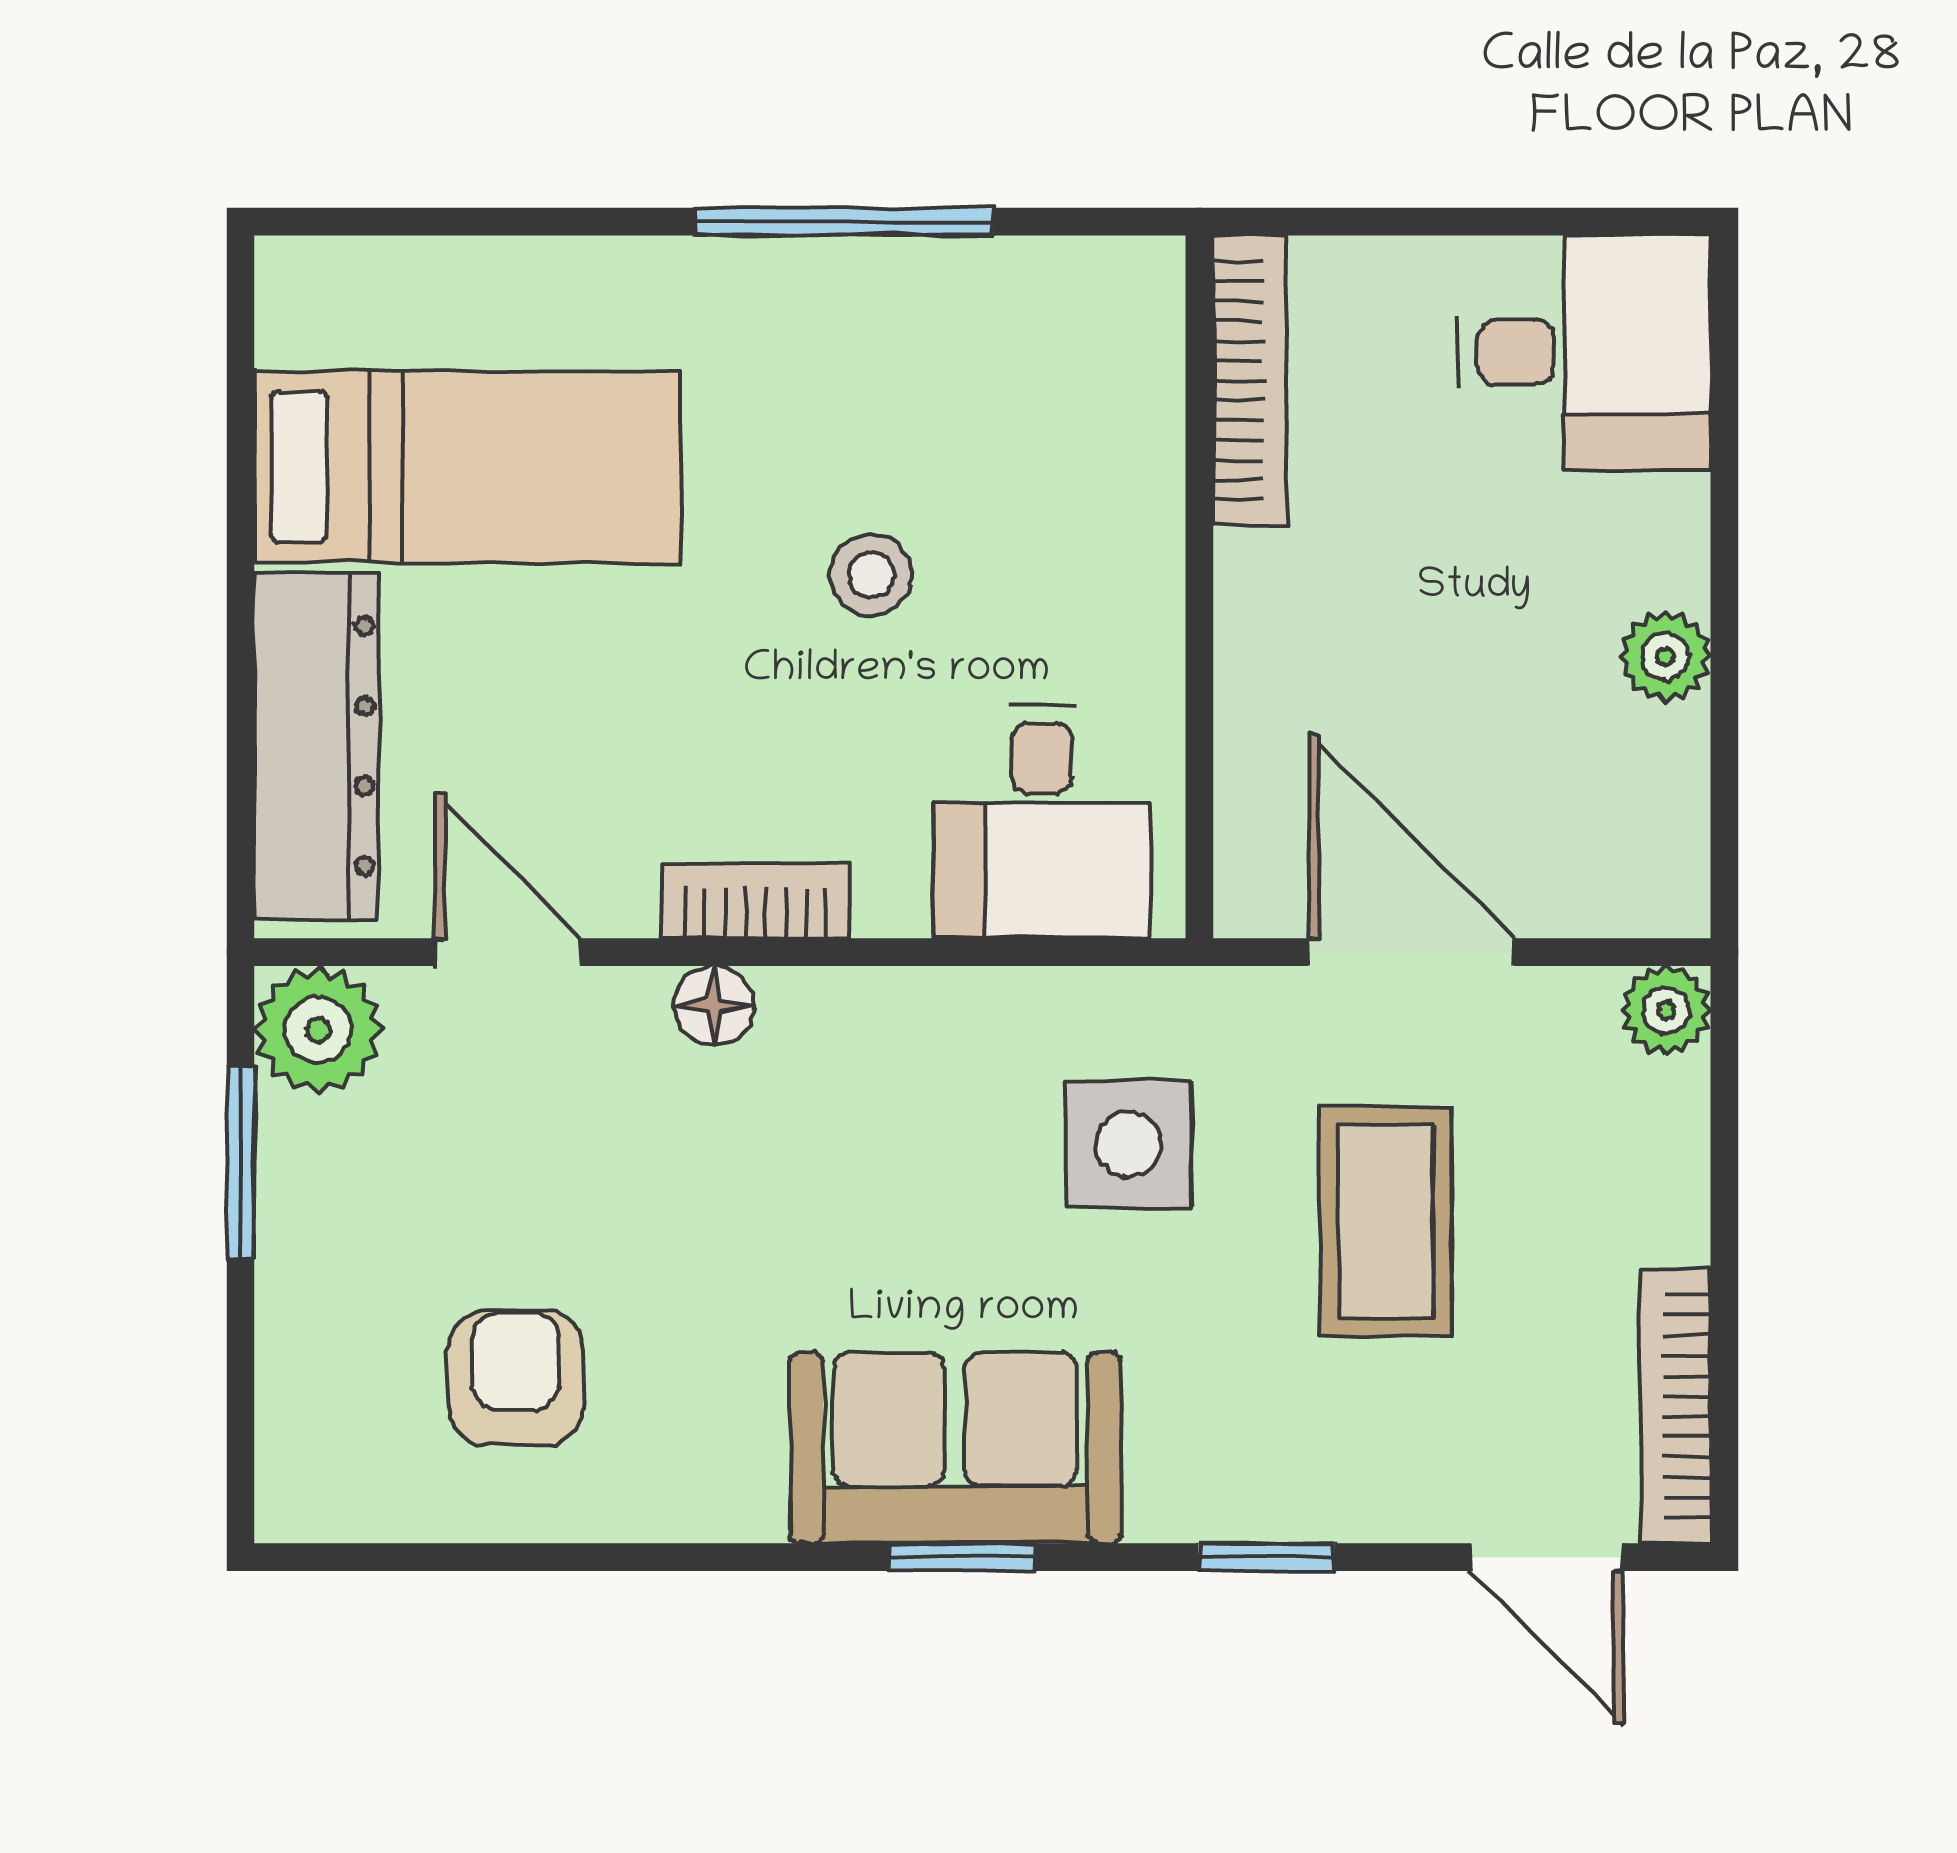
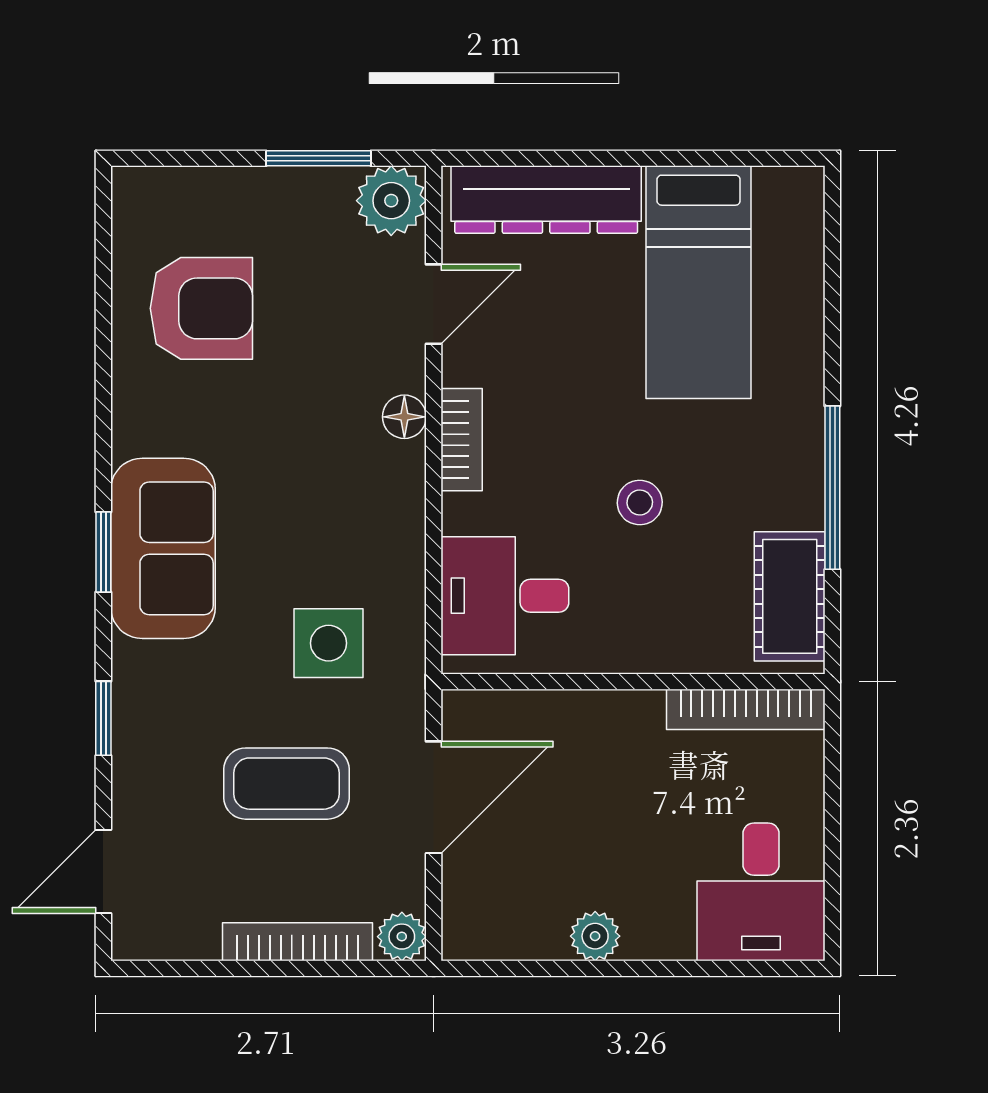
cot: (1043, 300) -> (790, 596), added
armchair: (516, 1378) -> (201, 308), width x1.38, depth x1.38
bookcase: (1676, 1406) -> (298, 942), moved

